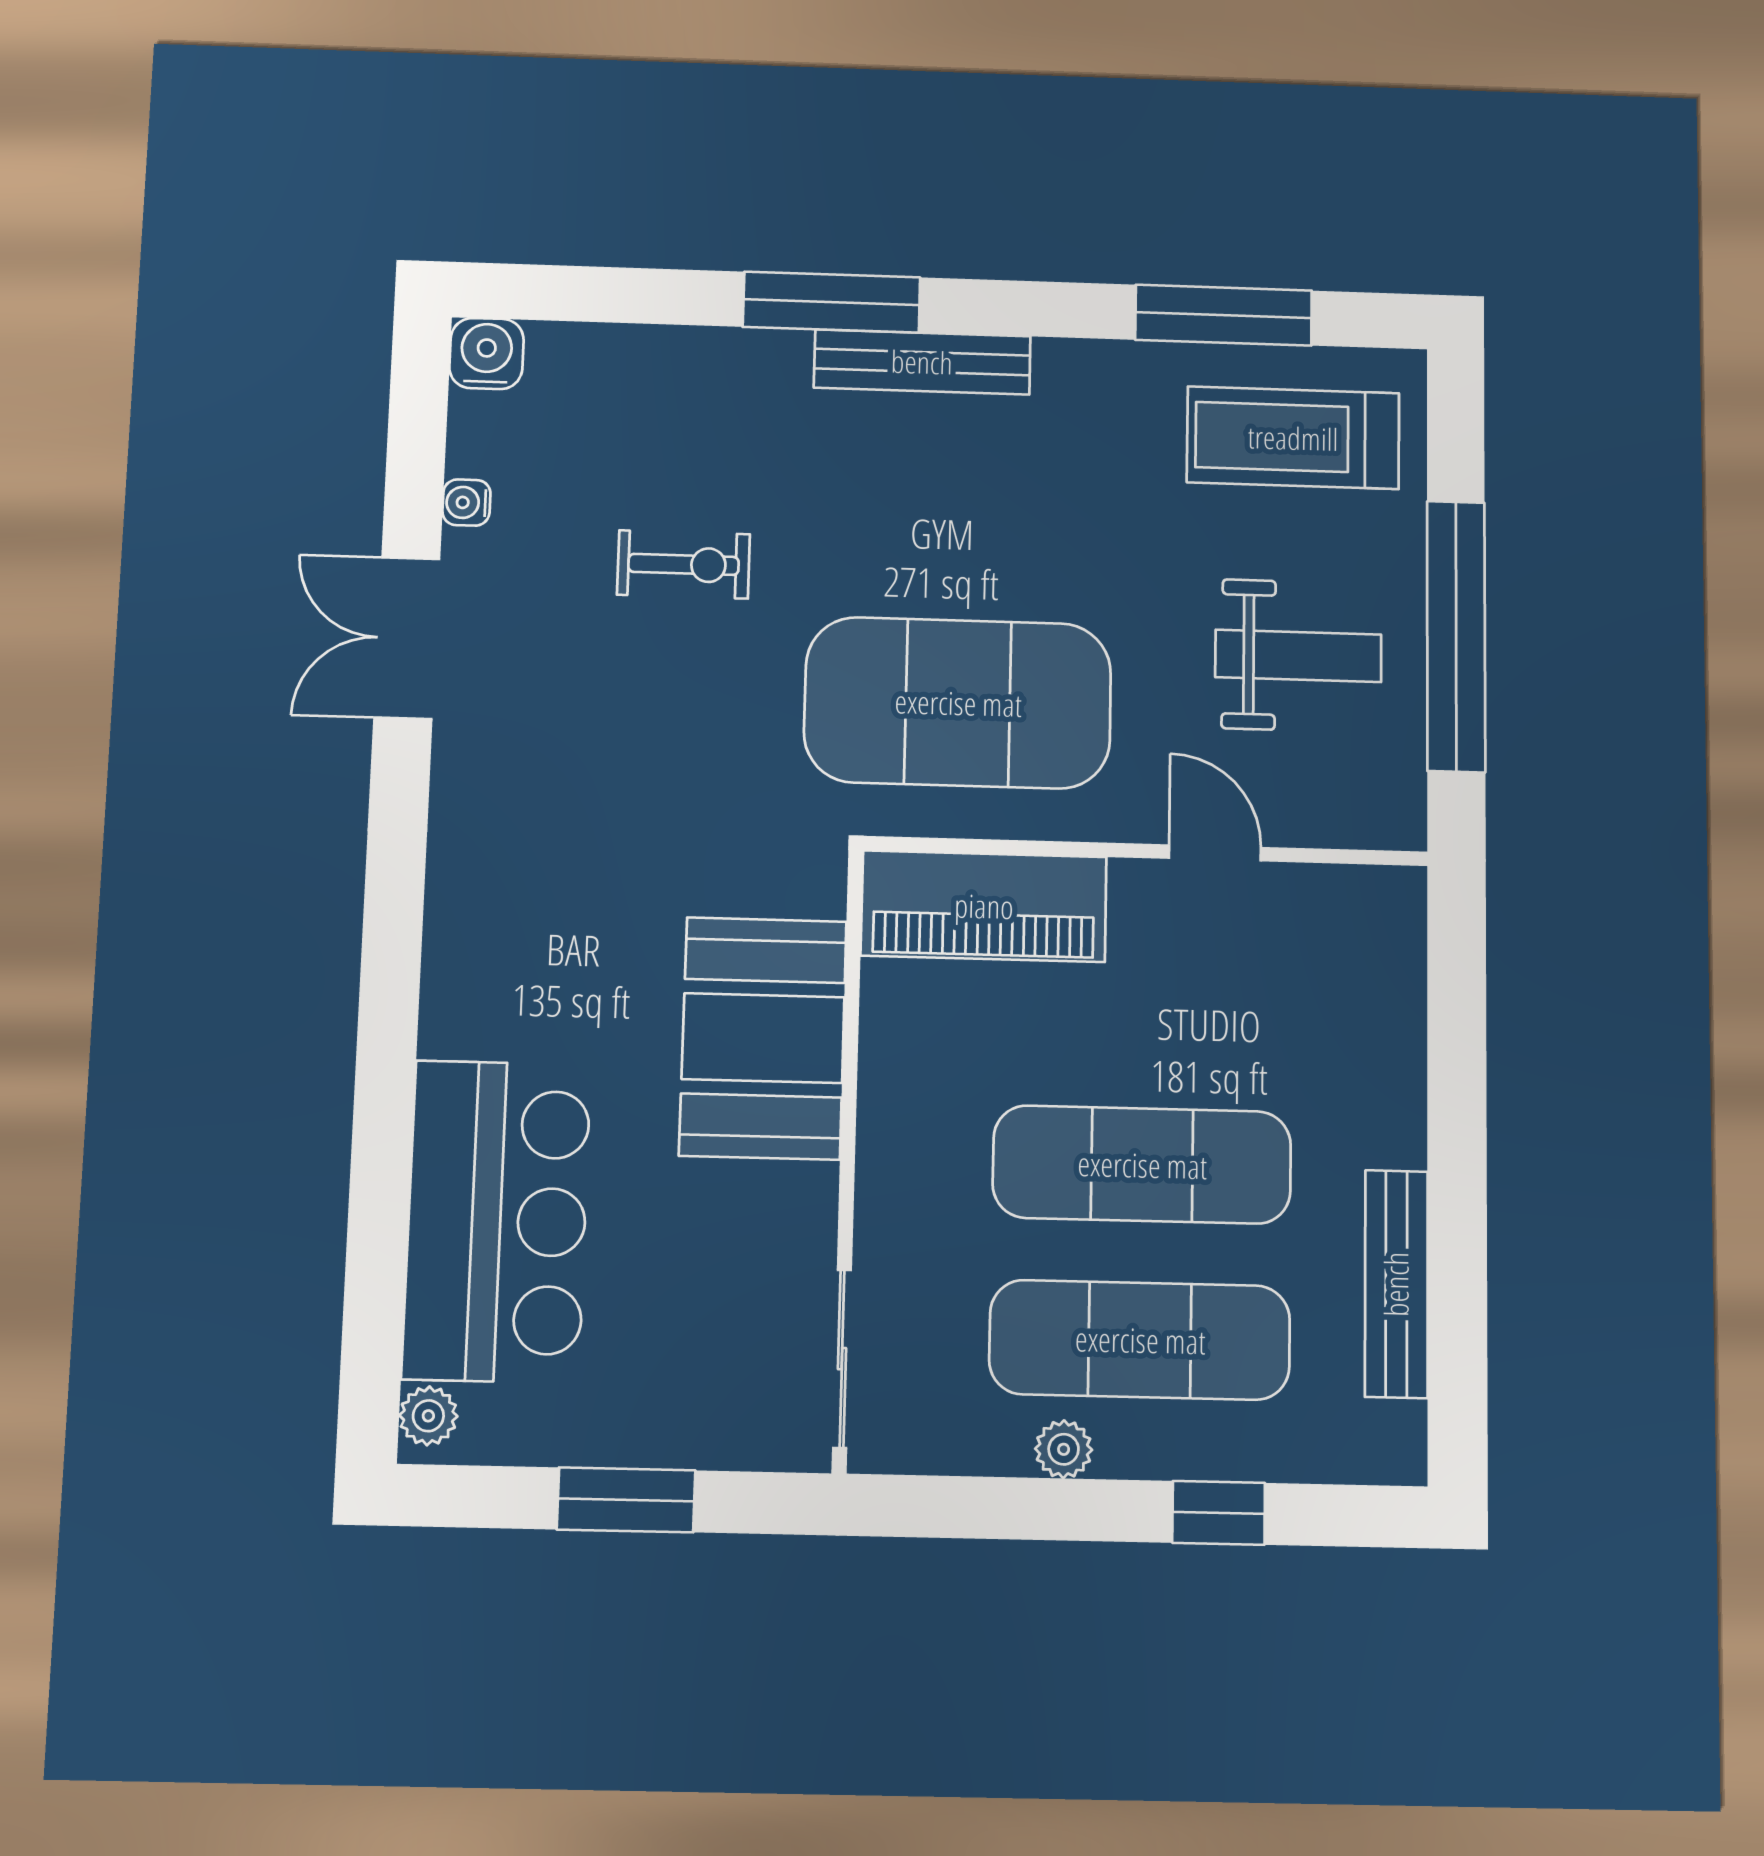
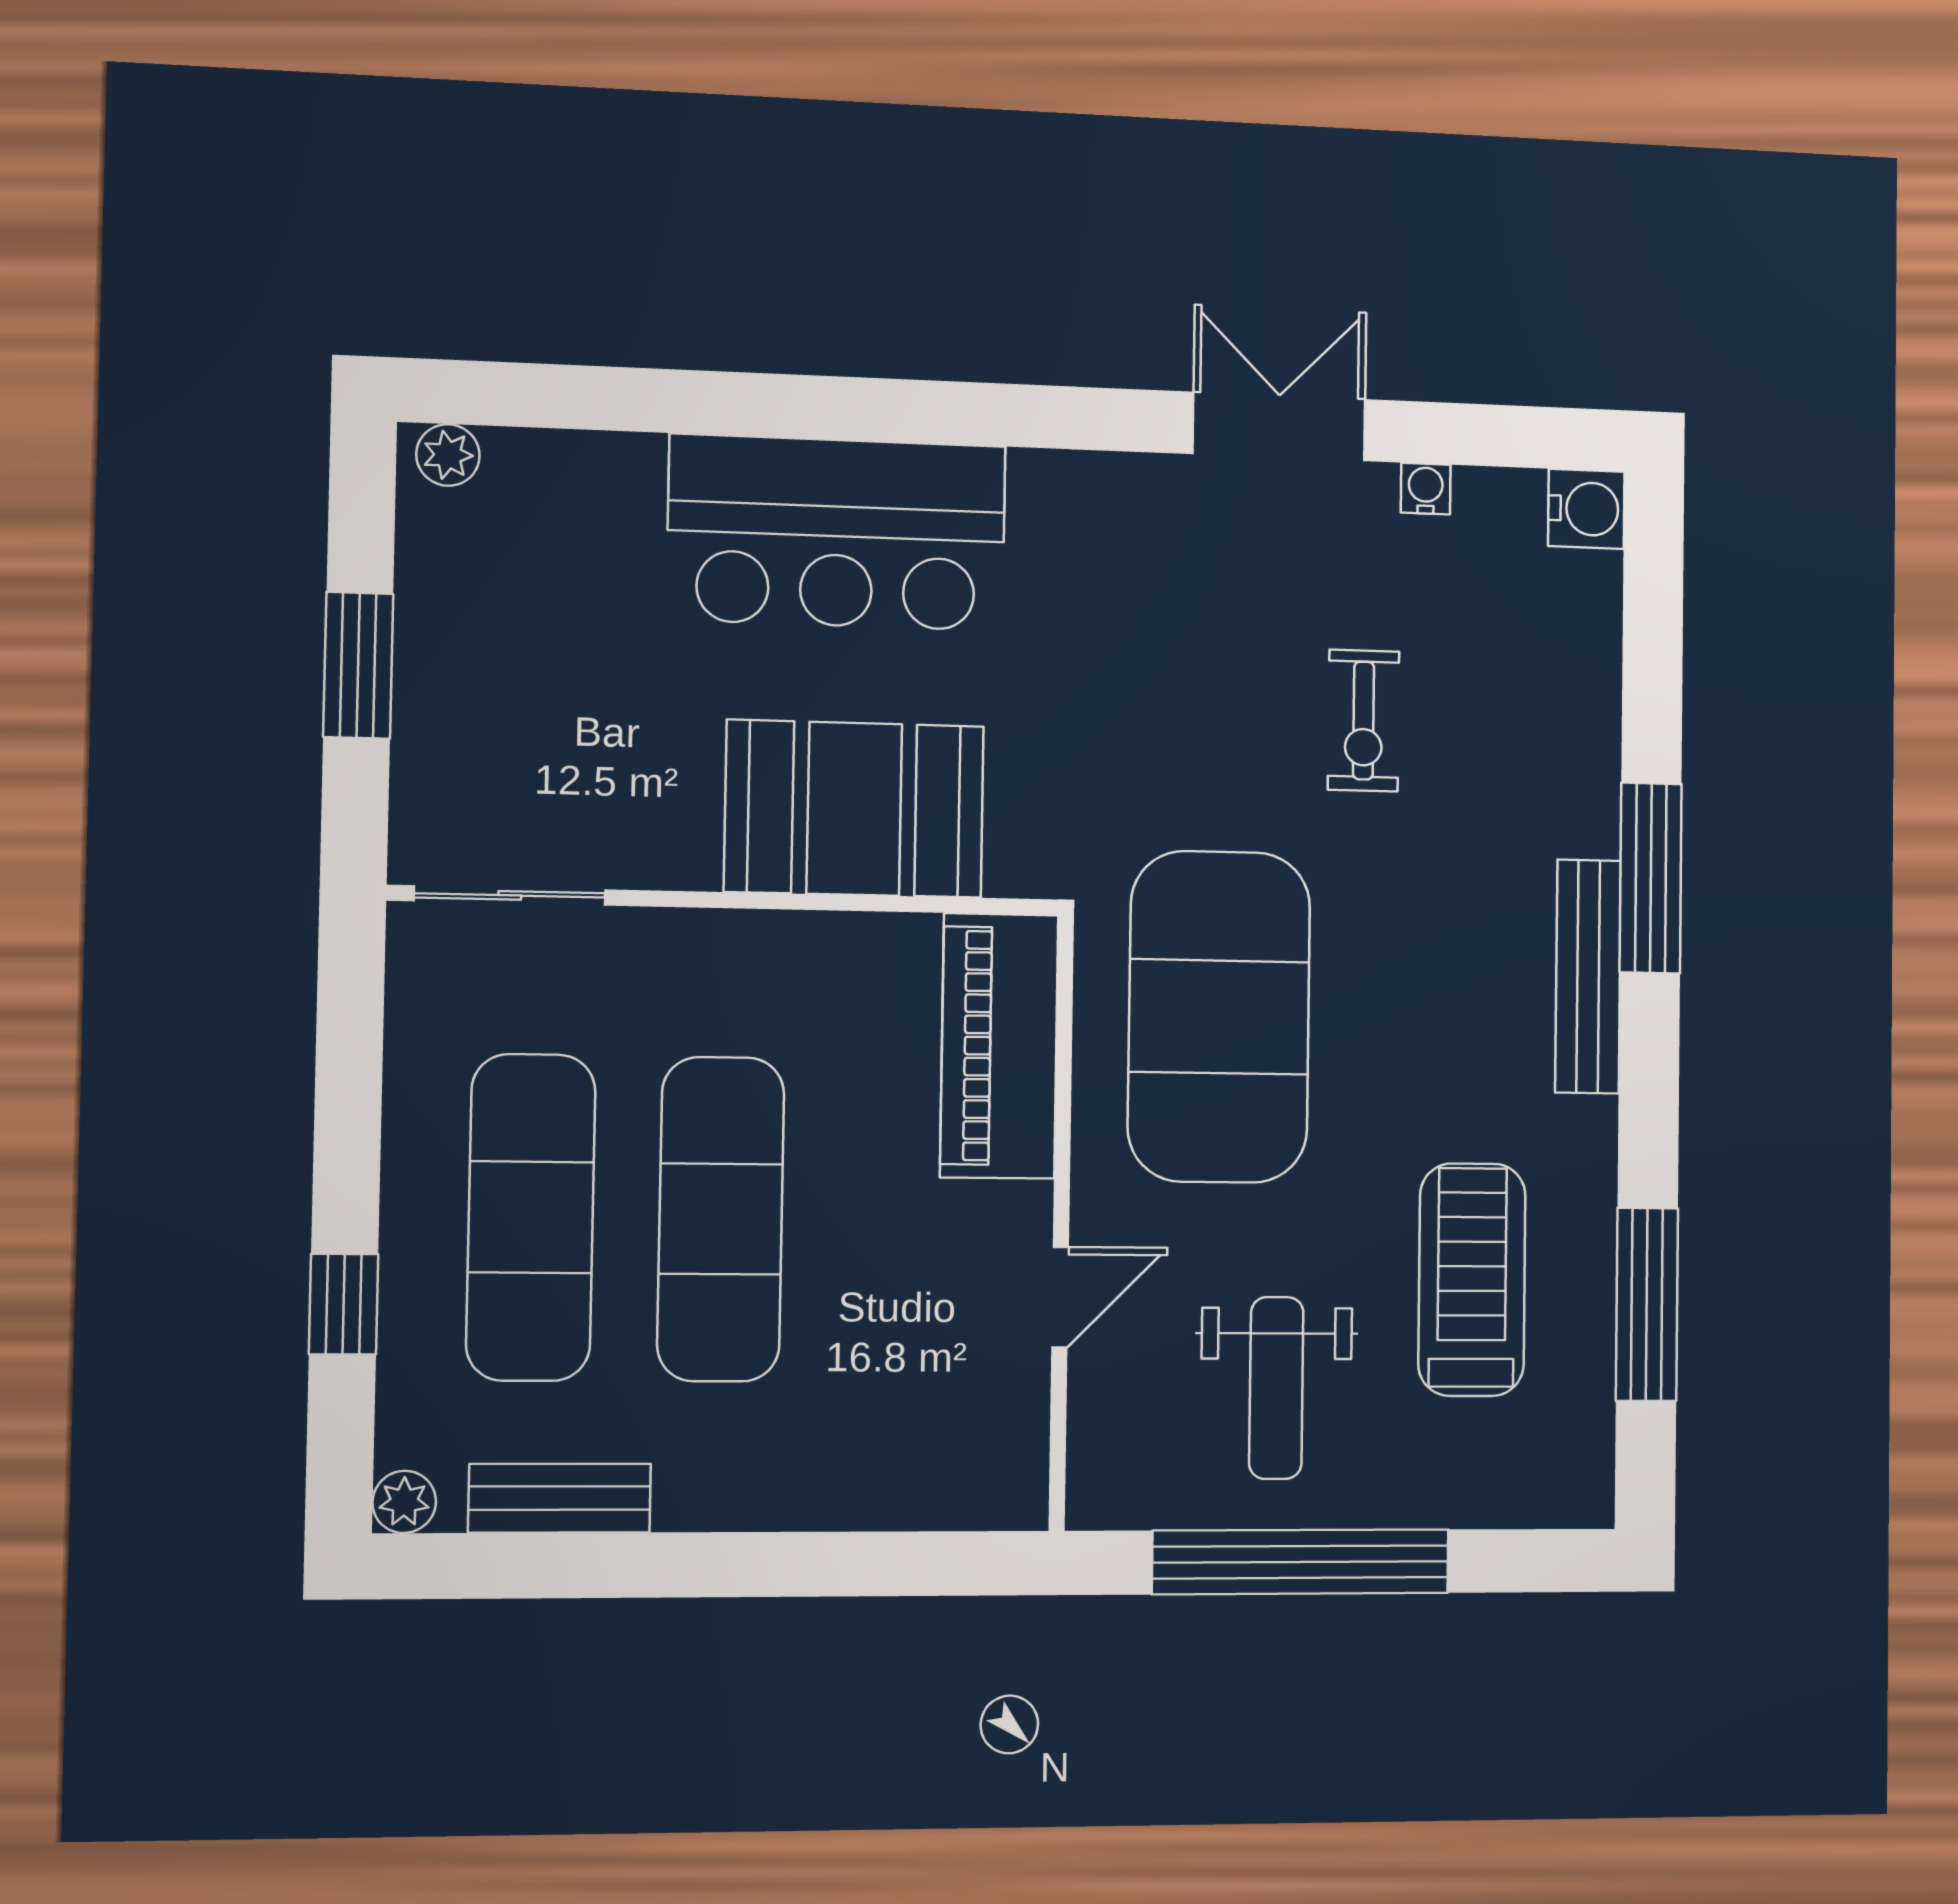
treadmill: (1293, 438) -> (1472, 1280), moved
bar counter: (497, 1221) -> (837, 533), moved
bench: (1396, 1284) -> (560, 1498), width x0.73
plant: (1064, 1449) -> (404, 1502), moved

